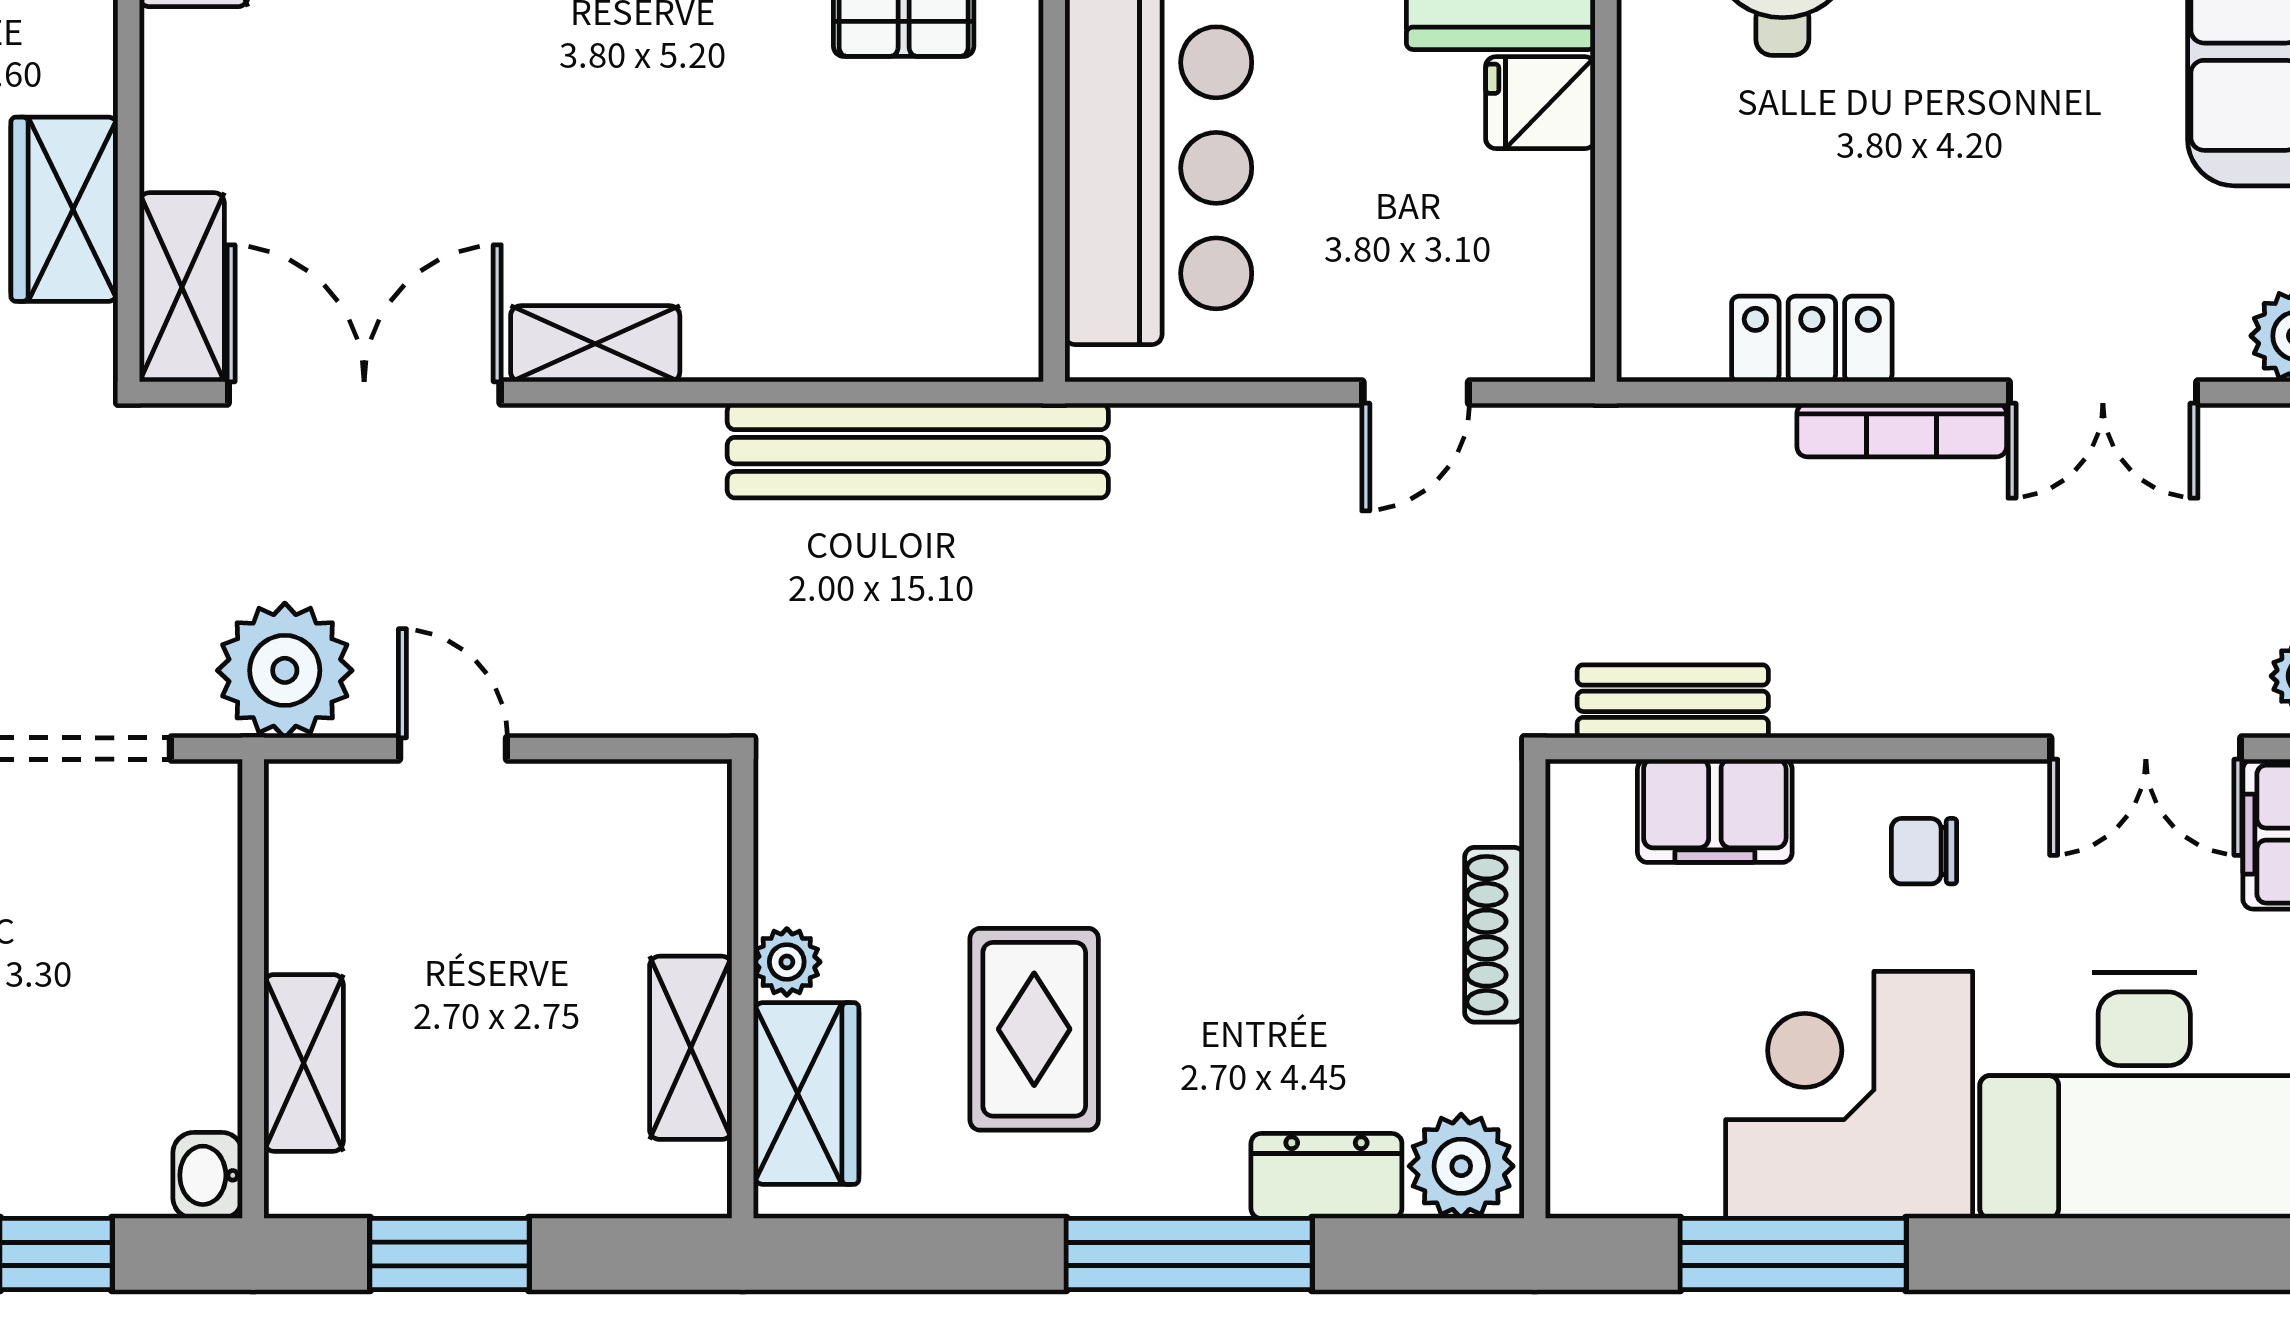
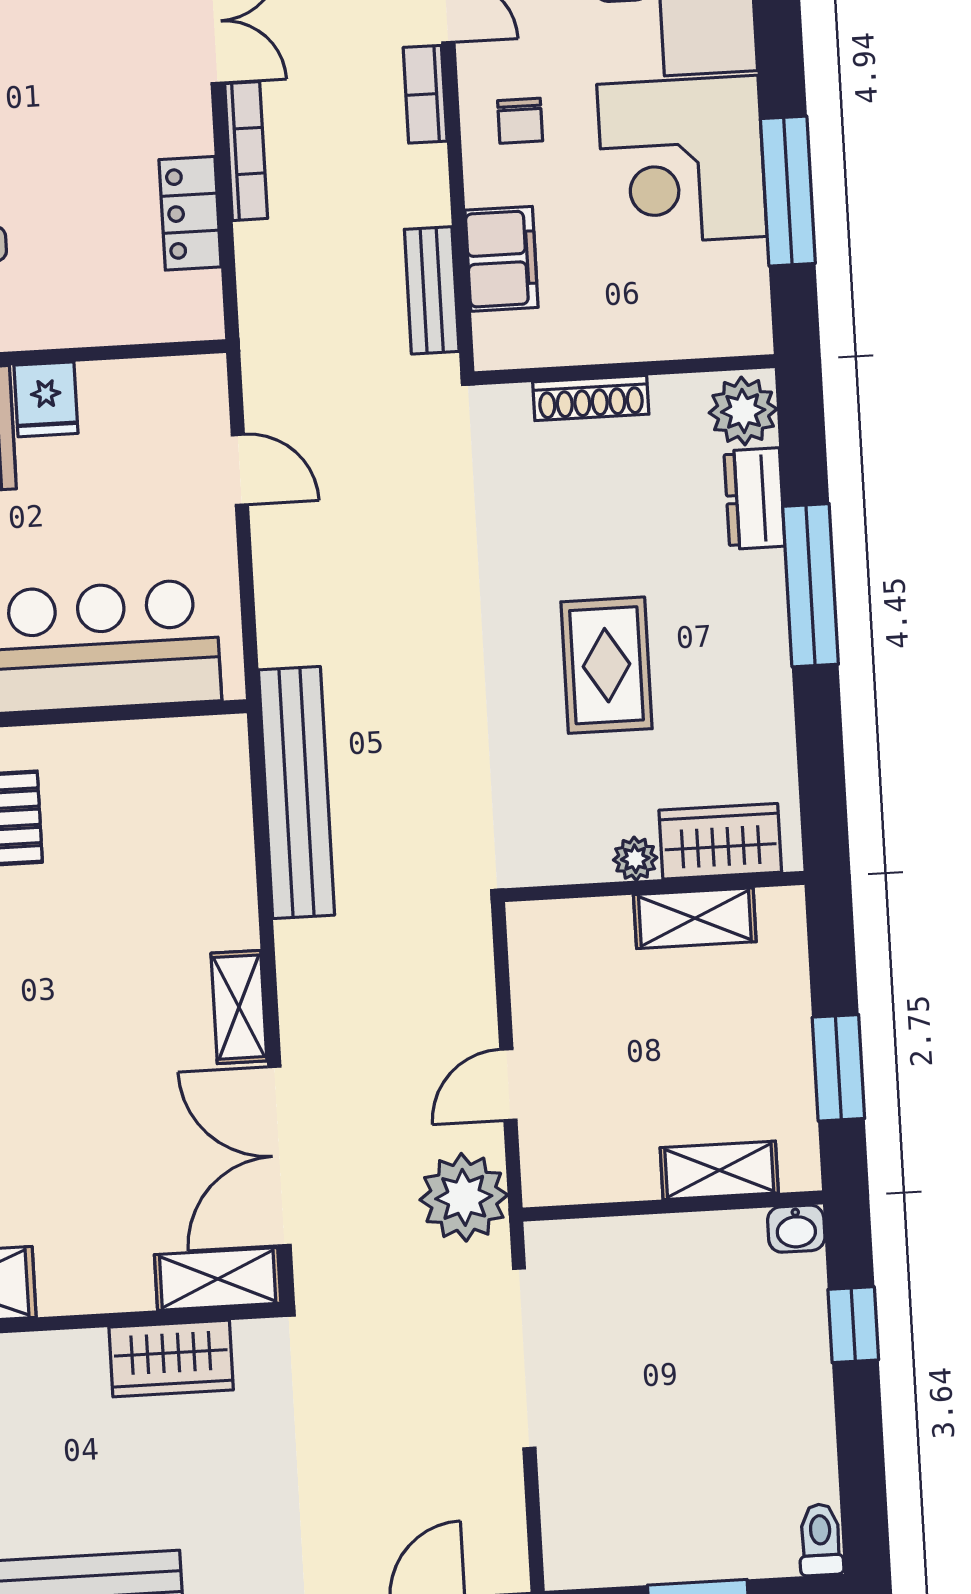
bookcase: (1973, 708) -> (425, 94), added
rug: (1034, 1029) -> (607, 665), moved, turned 90

